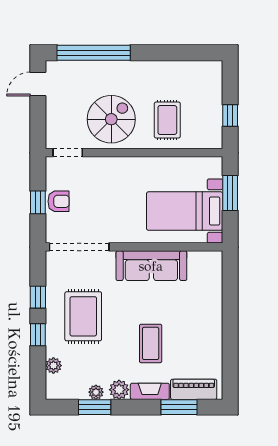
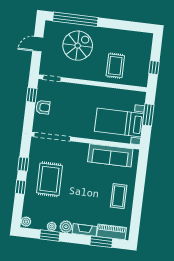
door: (38, 84) -> (38, 44), moved
spiral stairs: (111, 119) -> (78, 46), moved
window: (38, 202) -> (32, 95), moved
sofa: (151, 266) -> (110, 155), moved
coffee table: (151, 343) -> (119, 196), moved
plant: (53, 366) -> (26, 222), moved

